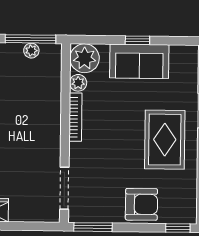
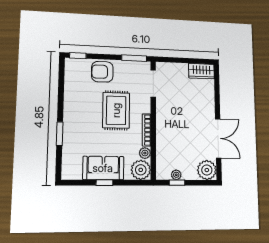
window: (31, 39) -> (177, 183), width x0.46
rug: (165, 140) -> (116, 110), moved

